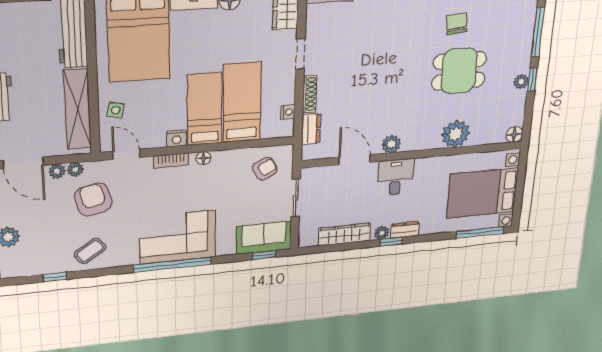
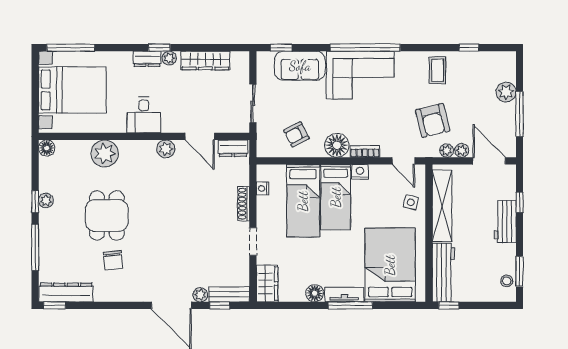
dining table: (459, 71) -> (107, 216), turned 90
dresser: (311, 129) -> (233, 148), moved, turned -90
floor lamp: (203, 158) -> (337, 145), width x1.89, depth x1.89
armchair: (265, 169) -> (296, 134), moved
desk: (395, 177) -> (144, 115), moved
sofa: (264, 238) -> (300, 66), moved
coffee table: (90, 251) -> (437, 70), turned -55

